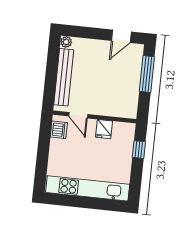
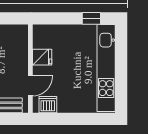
window: (139, 150) -> (91, 18), moved

